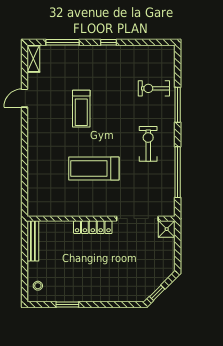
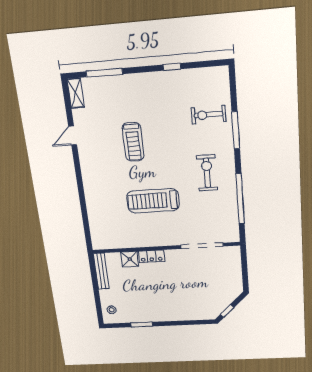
window: (108, 42) -> (172, 67), moved
locker: (93, 227) -> (151, 256), width x0.66
shower: (167, 229) -> (130, 259), moved

